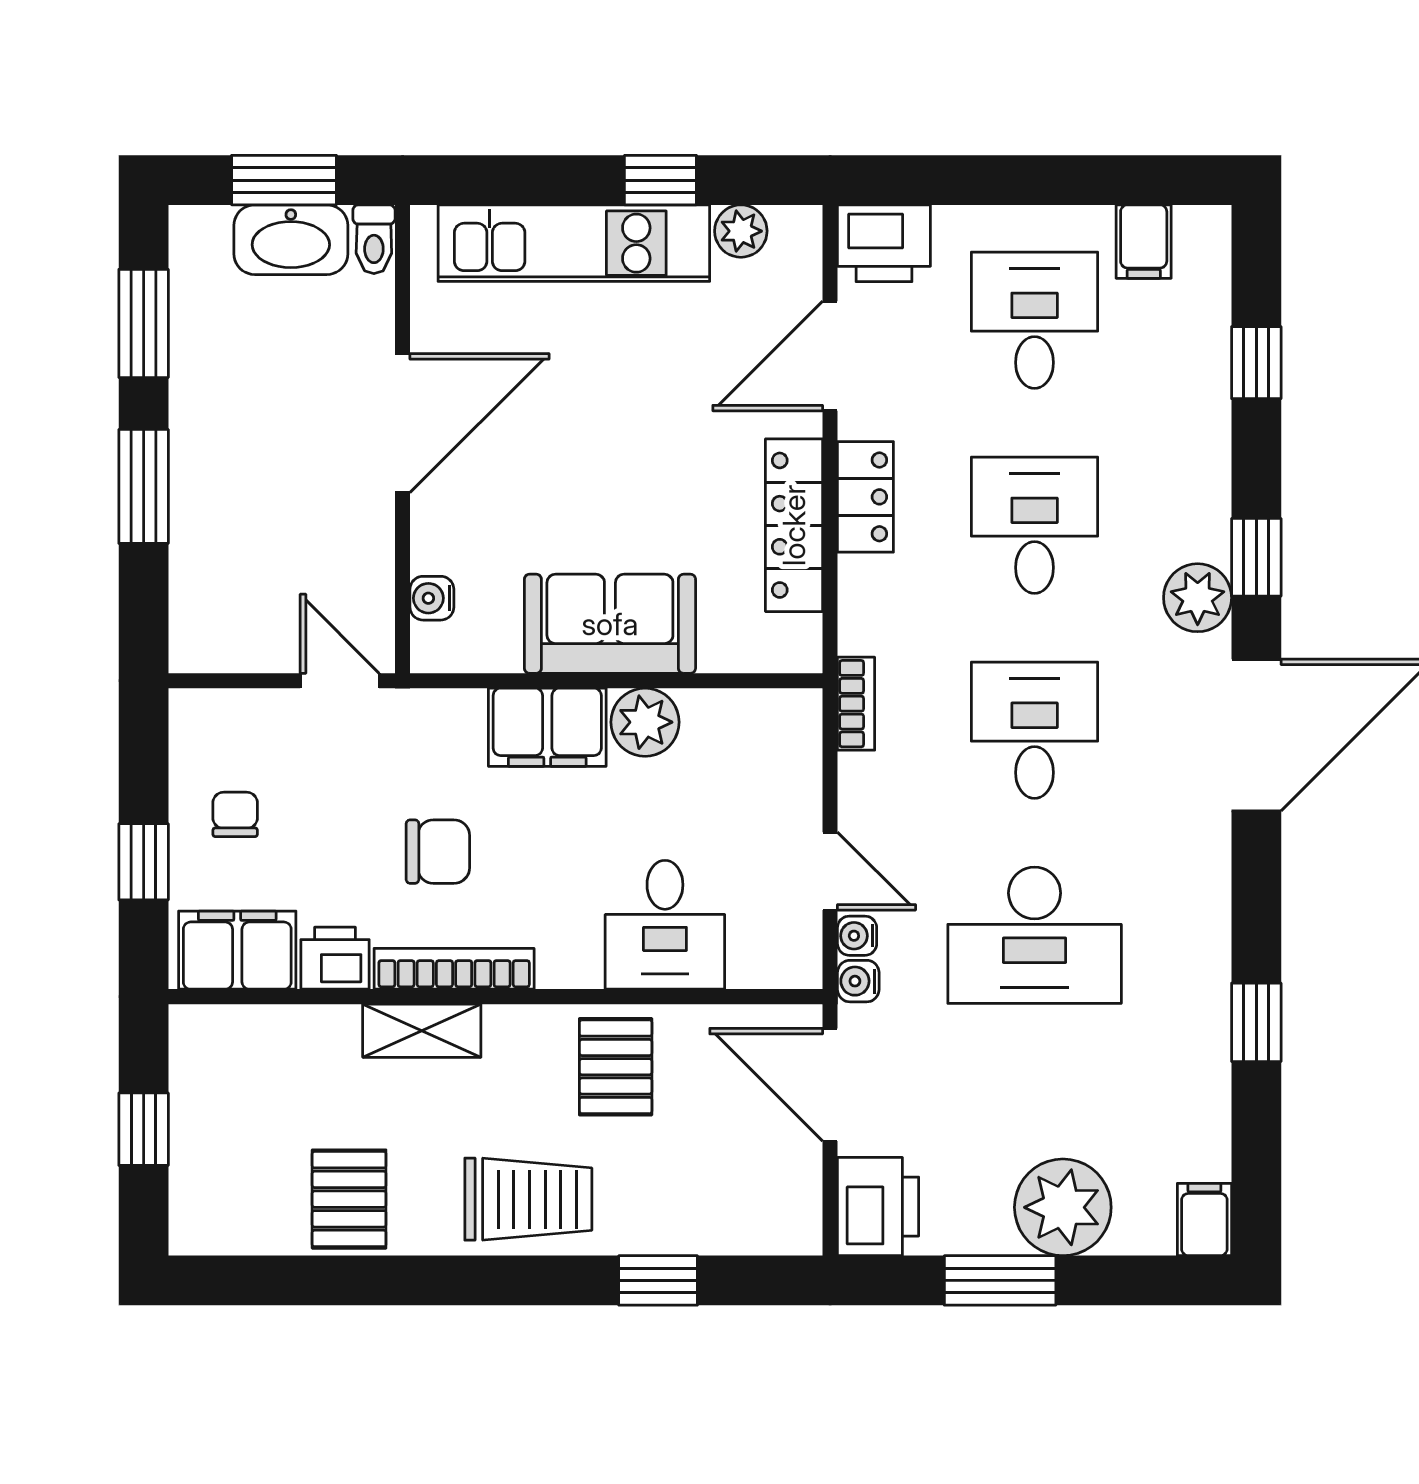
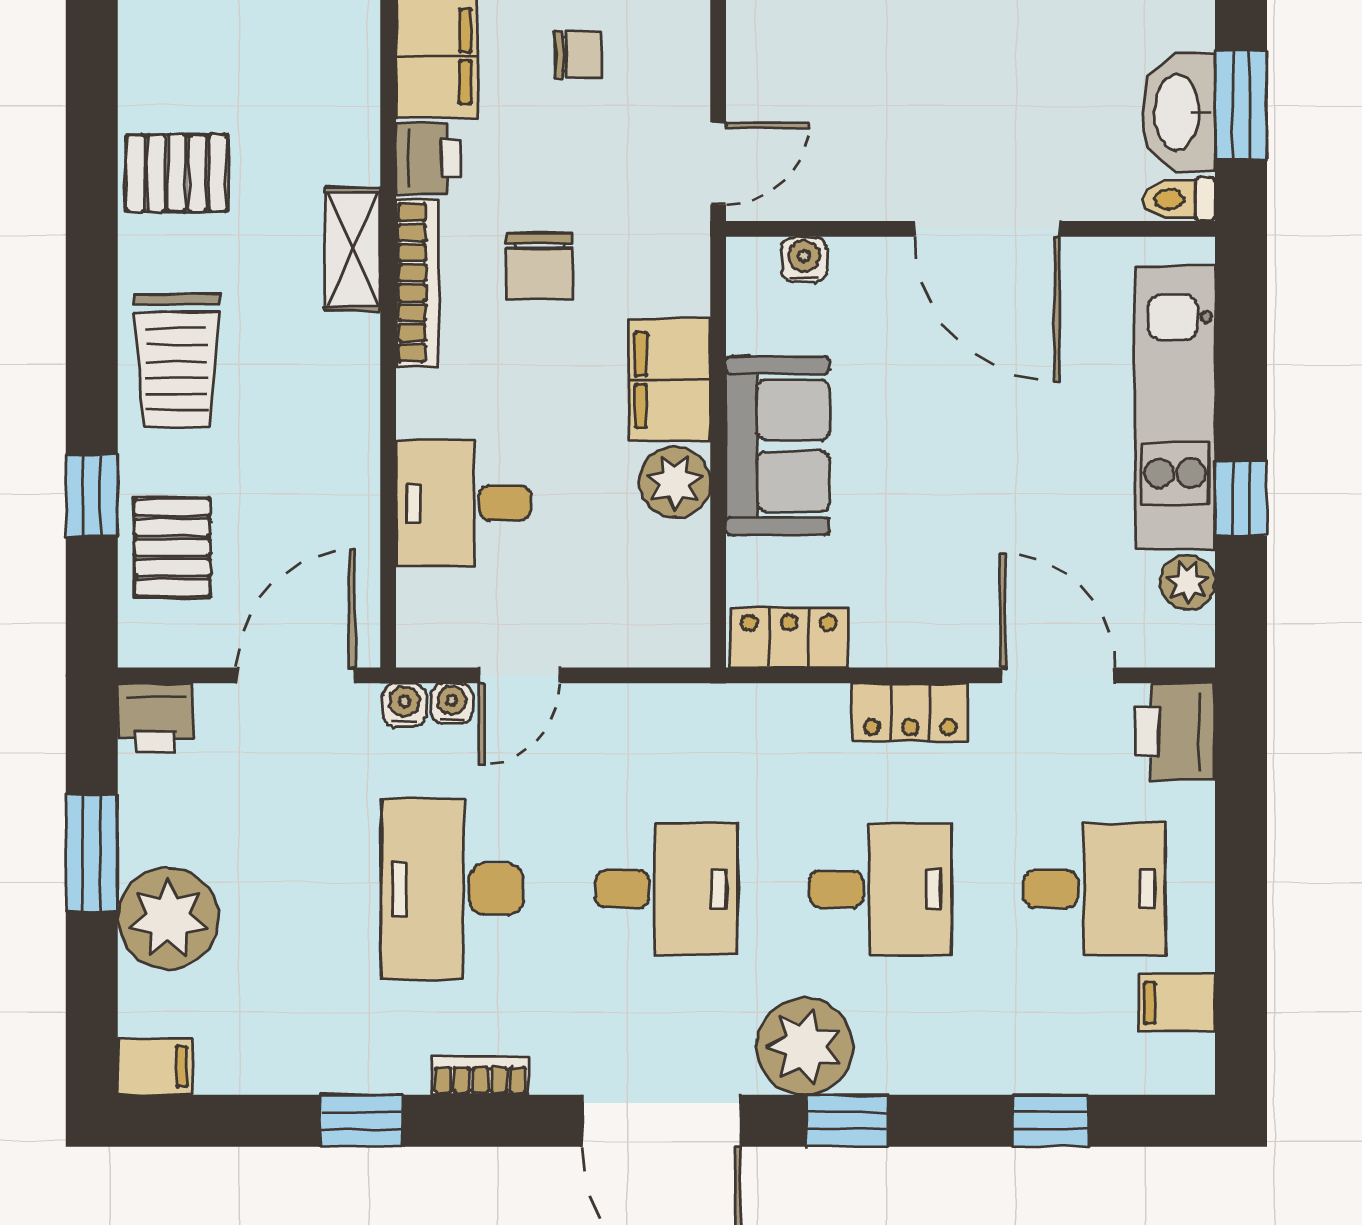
locker: (794, 525) -> (789, 638), moved, width x0.66
plant: (1198, 598) -> (805, 1046), width x1.36, depth x1.36
bookcase: (856, 704) -> (480, 1075), moved, turned 180
pallet: (616, 1067) -> (172, 547), moved, turned 90
printer: (878, 1207) -> (155, 717), width x0.73, depth x0.81

